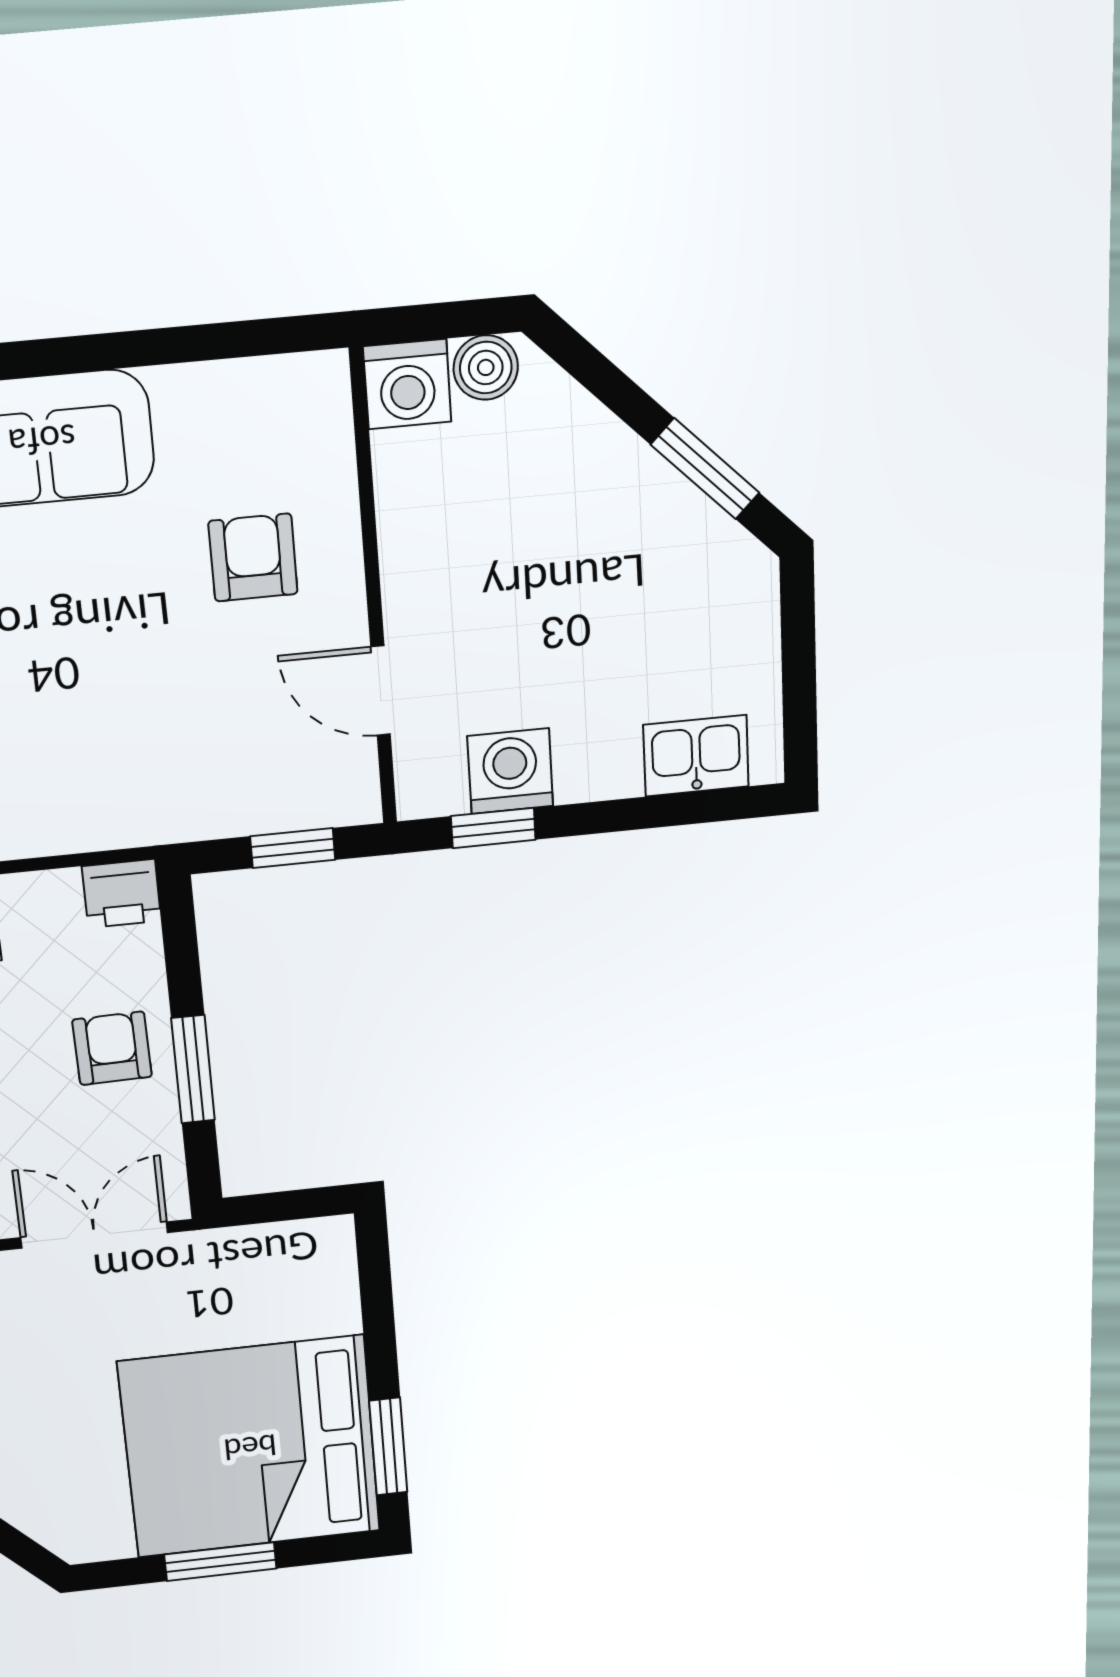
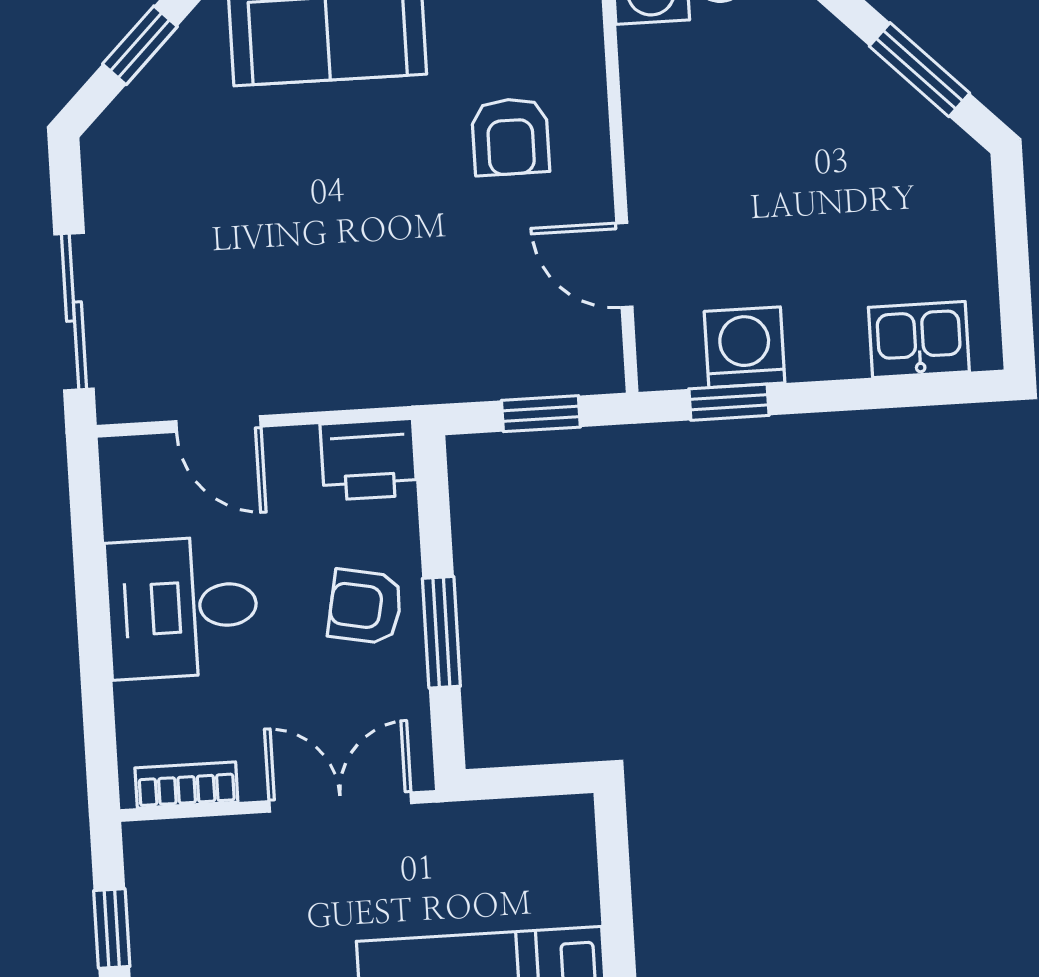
armchair: (253, 558) -> (510, 137), turned 180
printer: (122, 894) -> (369, 459), width x1.36, depth x1.24
armchair: (112, 1048) -> (365, 607), turned -78

